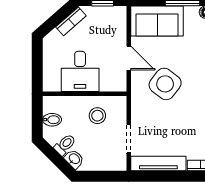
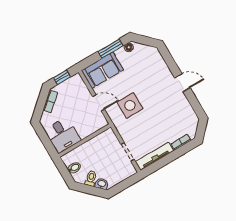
desk: (80, 71) -> (63, 135), moved
side table: (165, 84) -> (130, 105), turned -37
stool: (97, 116) -> (100, 149), removed

